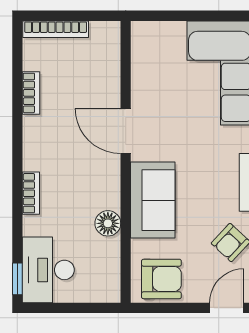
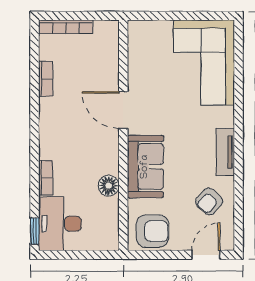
bookcase: (31, 193) -> (46, 178), moved

